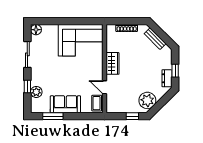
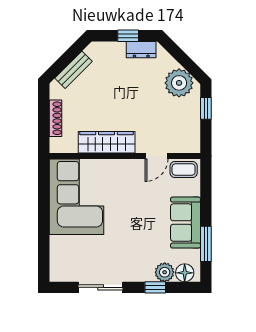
floor lamp: (36, 30) -> (185, 273), moved
wardrobe: (113, 63) -> (107, 142), width x1.50

